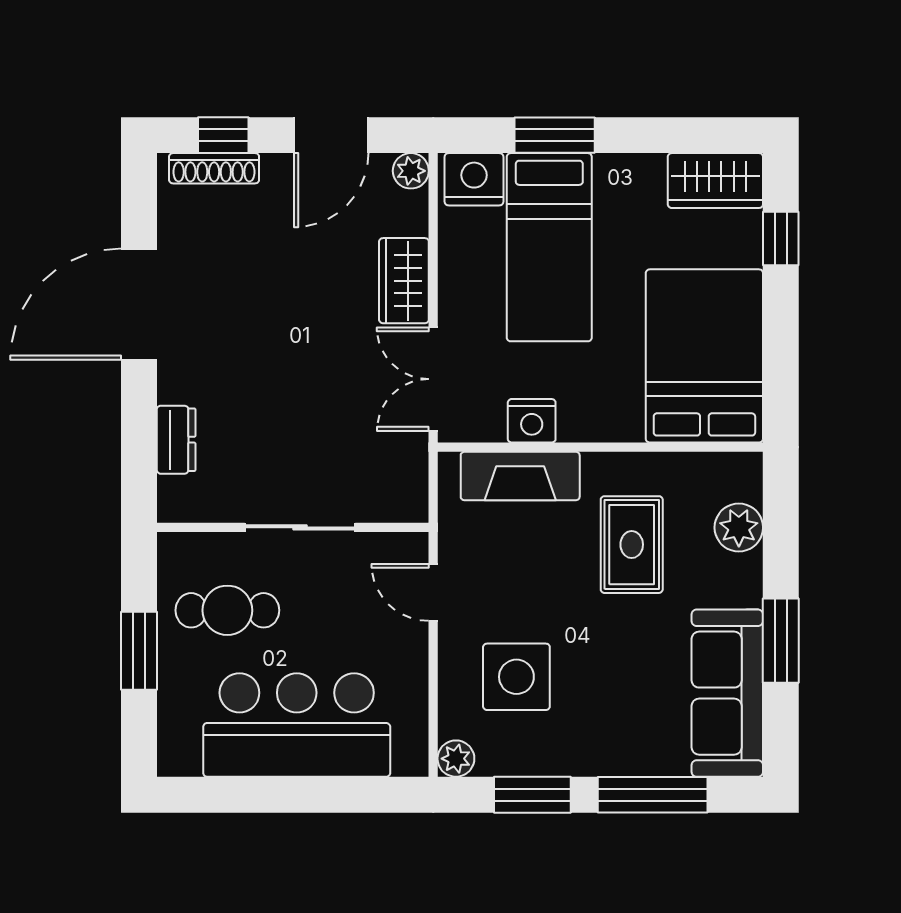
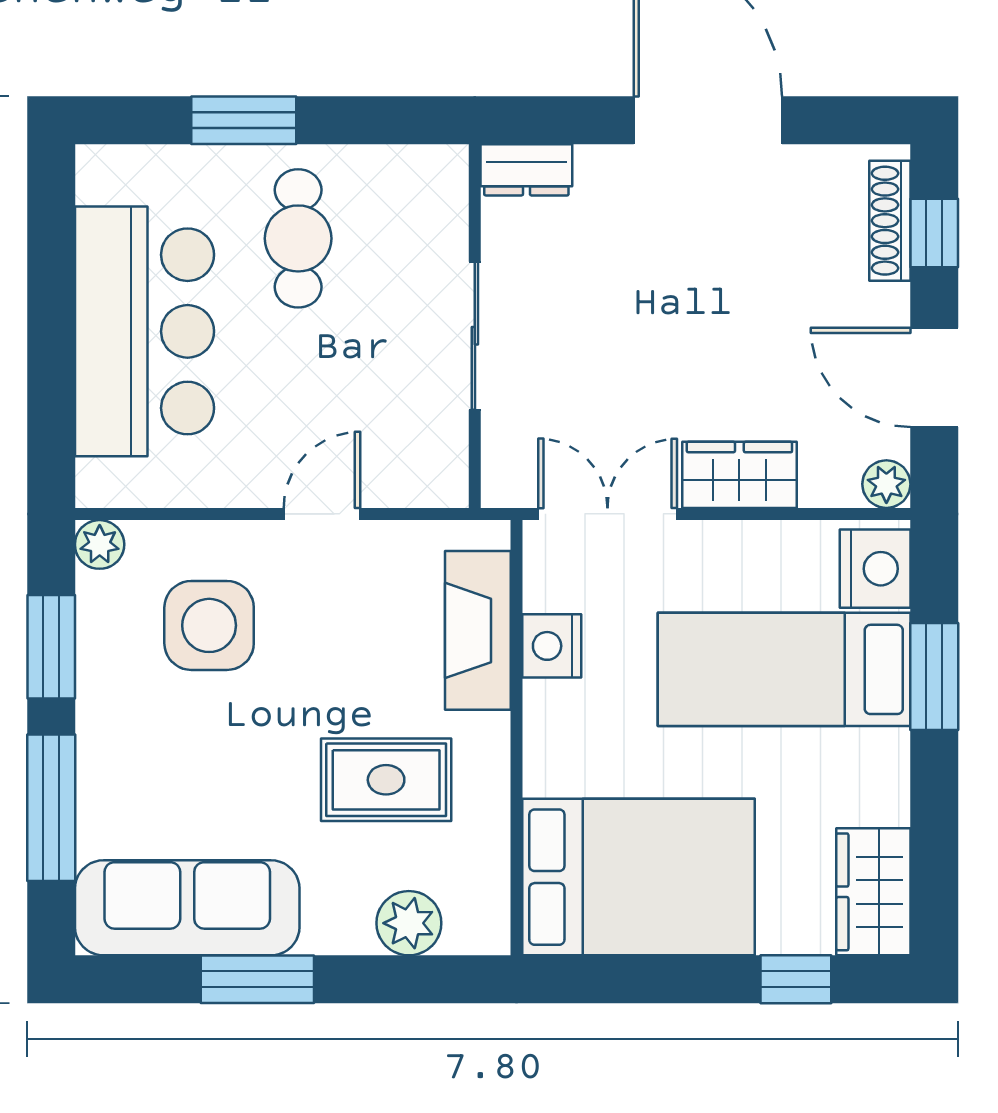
wall: (293, 527) -> (475, 326), moved
sliding door: (300, 527) -> (475, 336), moved

